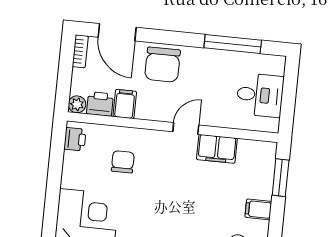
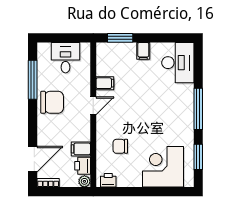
chair: (162, 65) -> (52, 102), moved
door: (186, 128) -> (93, 106), swing flipped
filing cabinet: (217, 149) -> (105, 83), width x0.50

